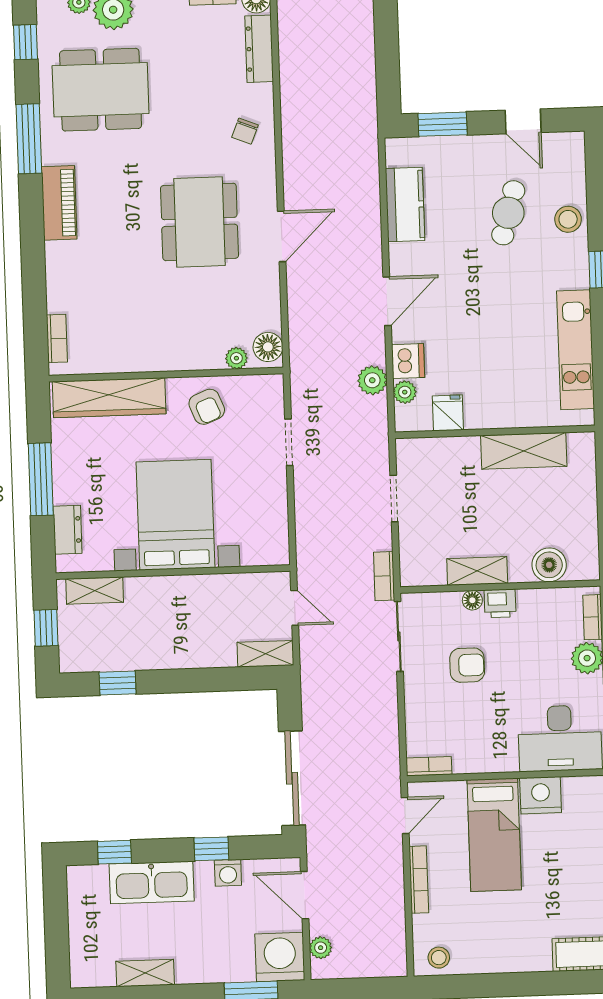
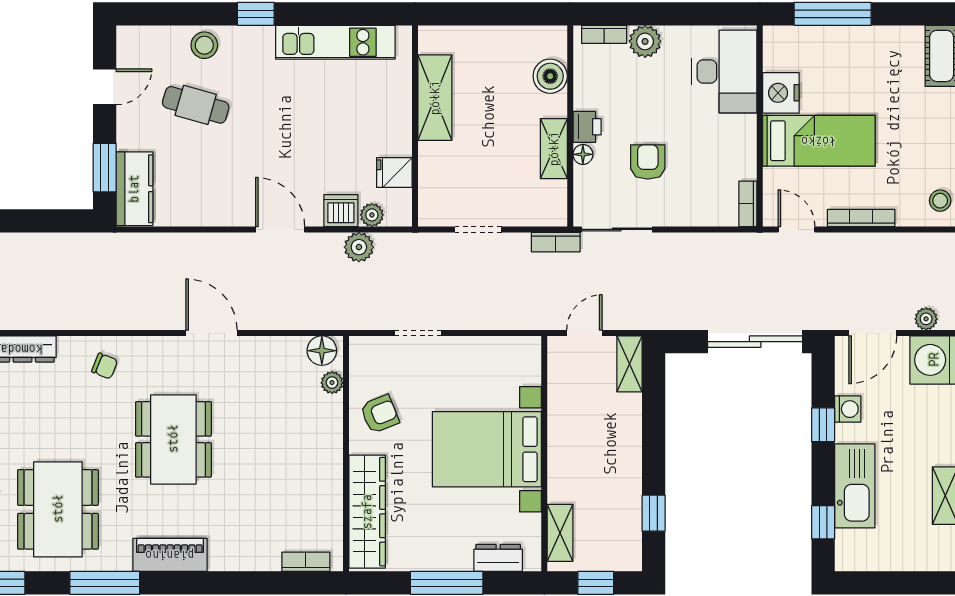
kitchen counter: (405, 205) -> (134, 189), moved, turned 90
dining table: (199, 222) -> (173, 439), moved, turned 90

